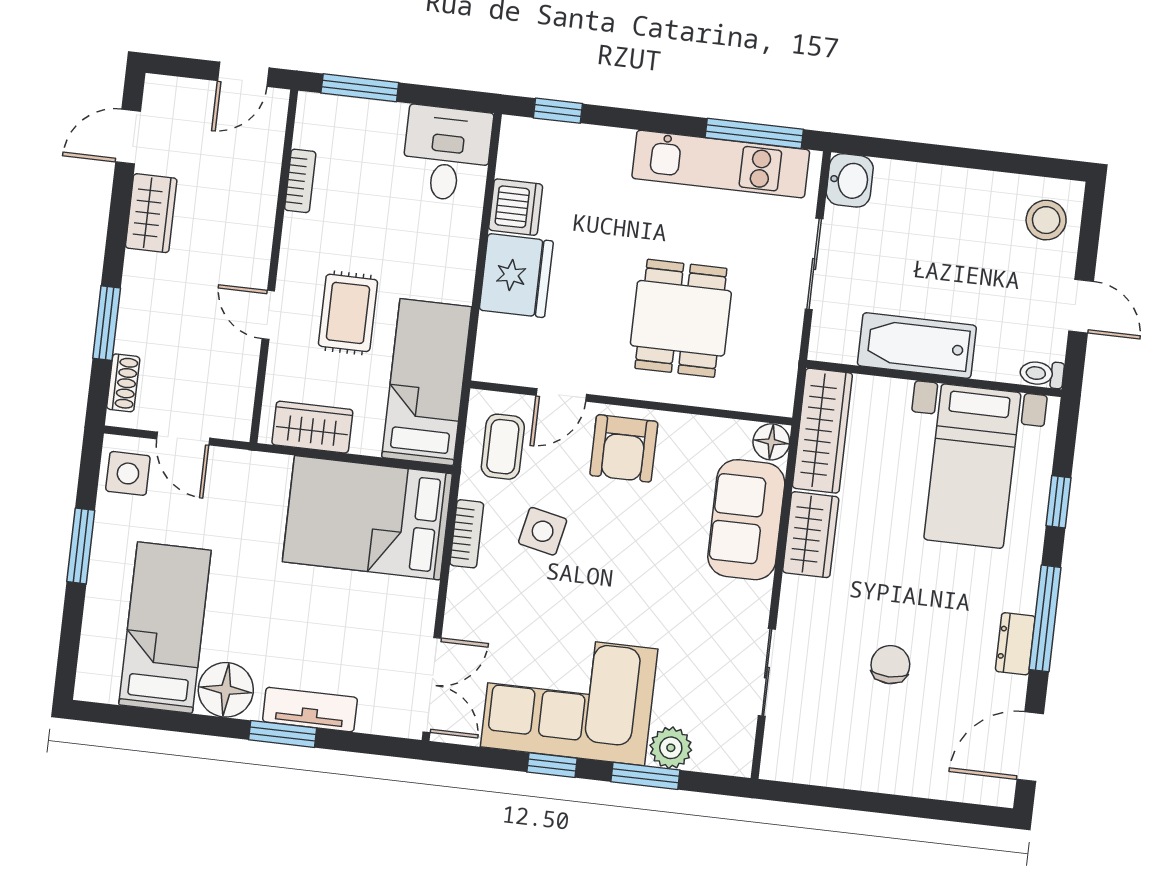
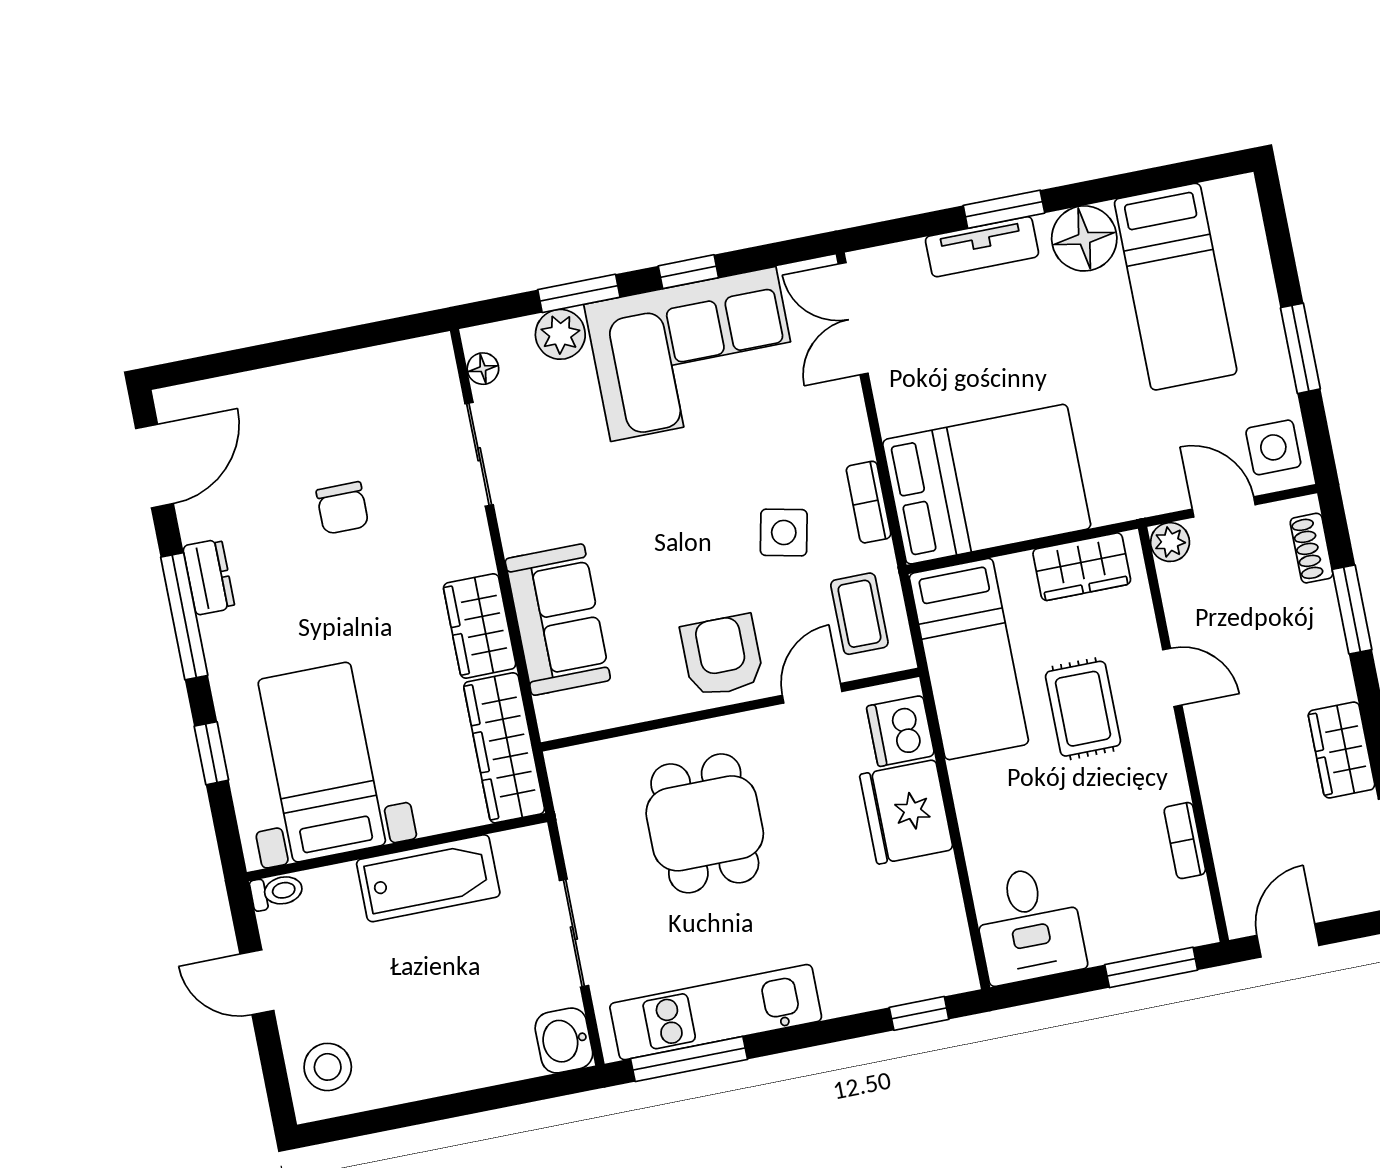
dishwasher: (516, 207) -> (901, 731), moved
plant: (235, 424) -> (1170, 542), added
floor lamp: (771, 442) -> (483, 369), moved, width x0.73, depth x0.73

